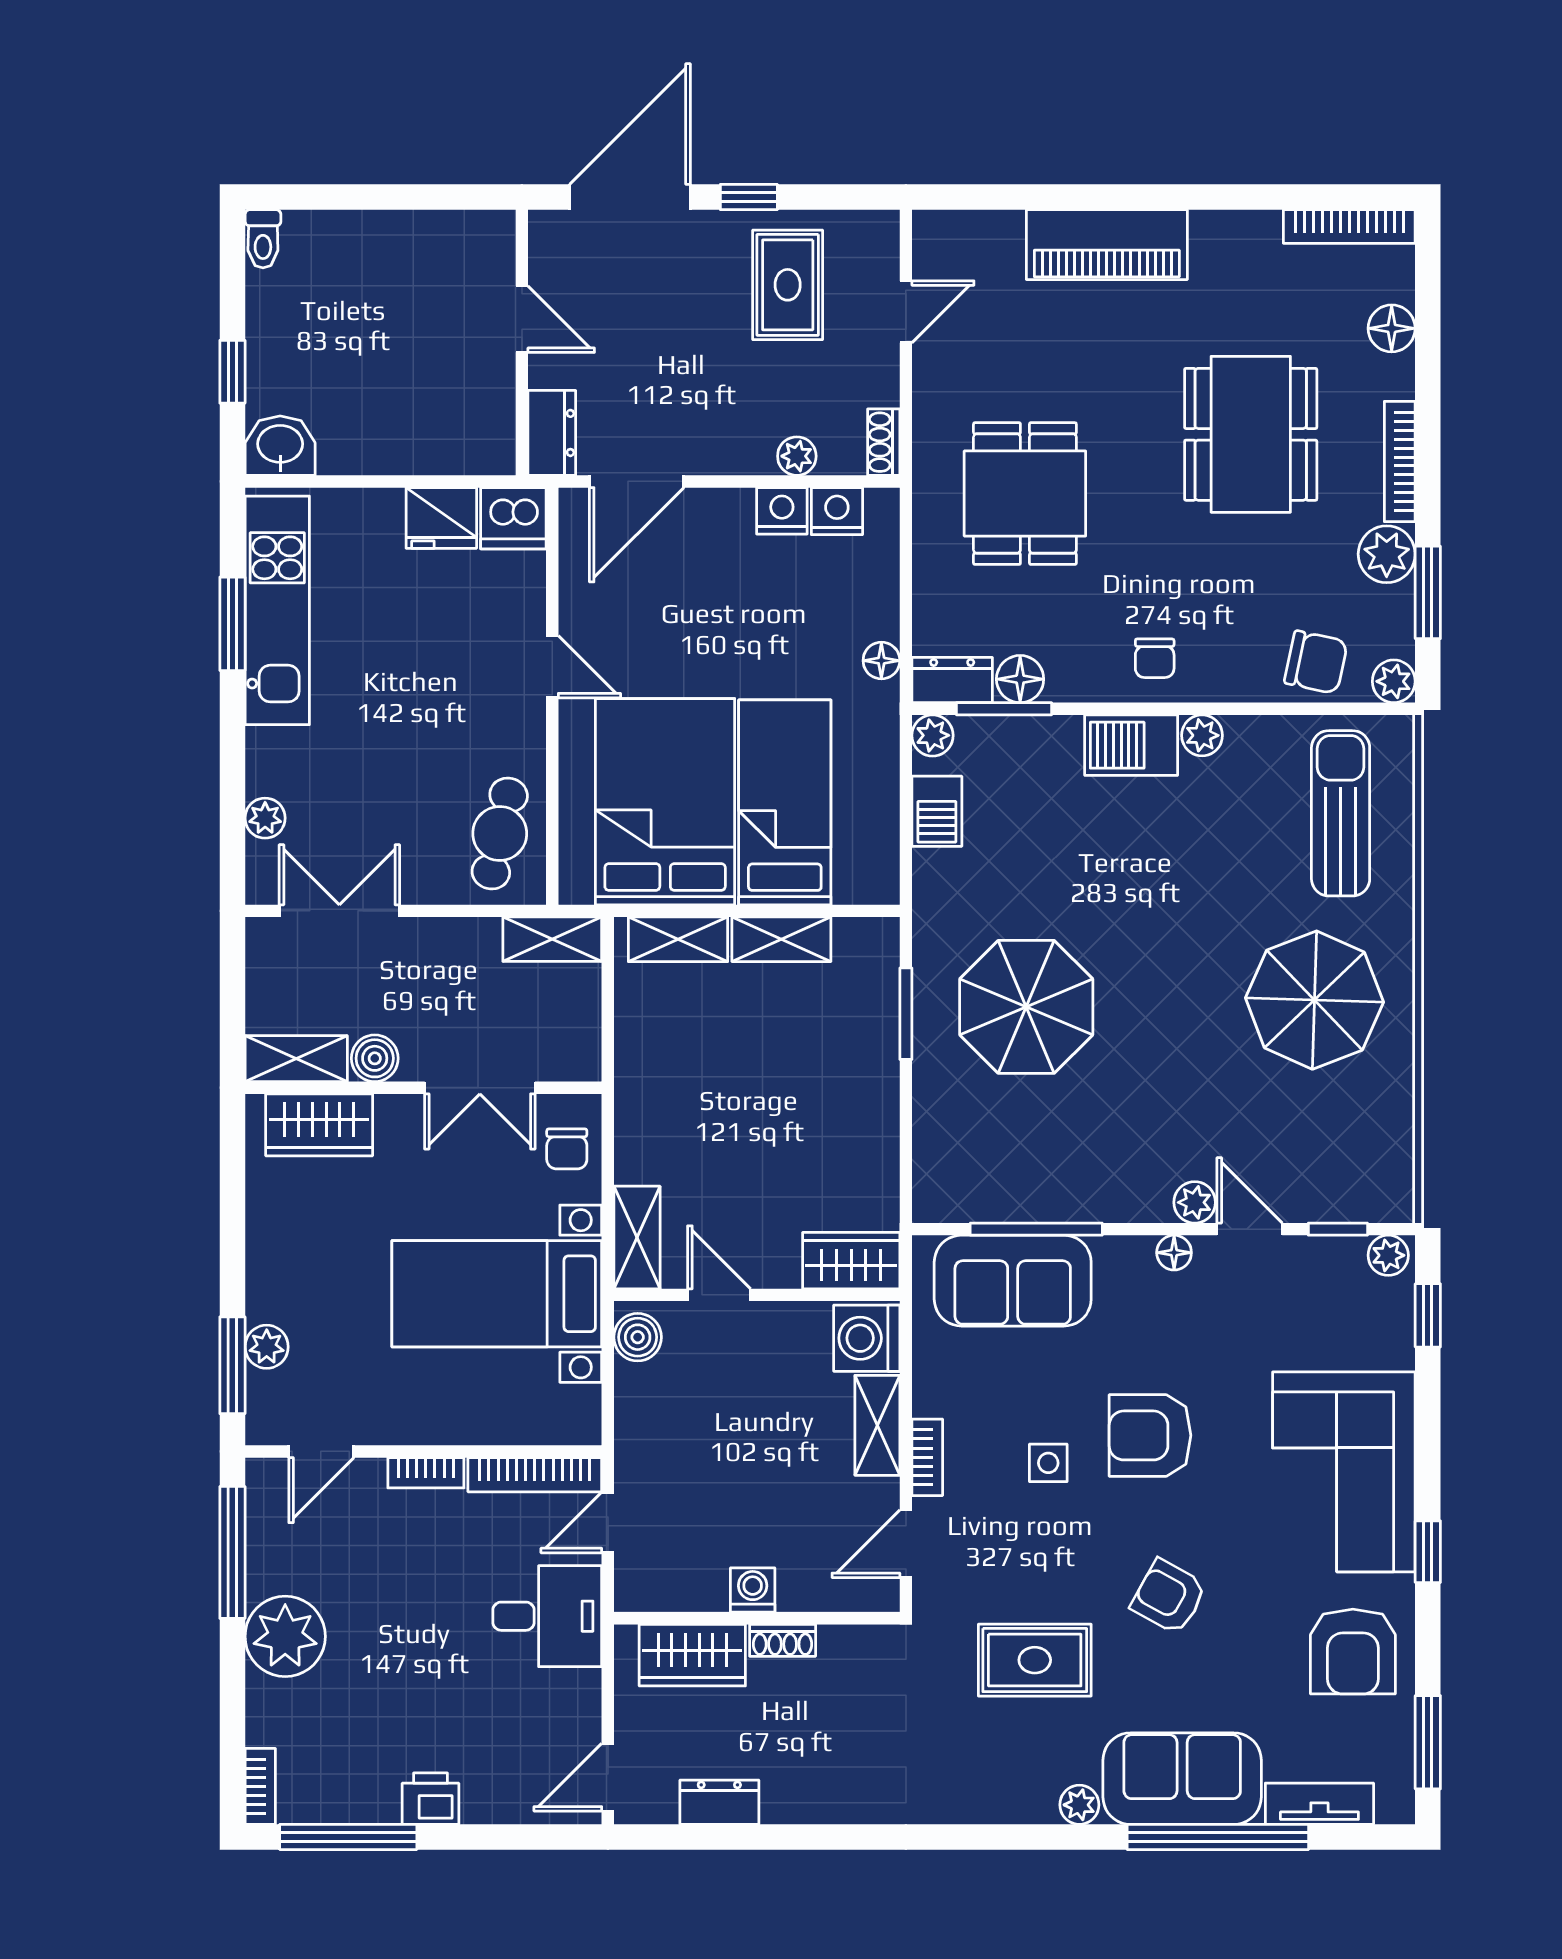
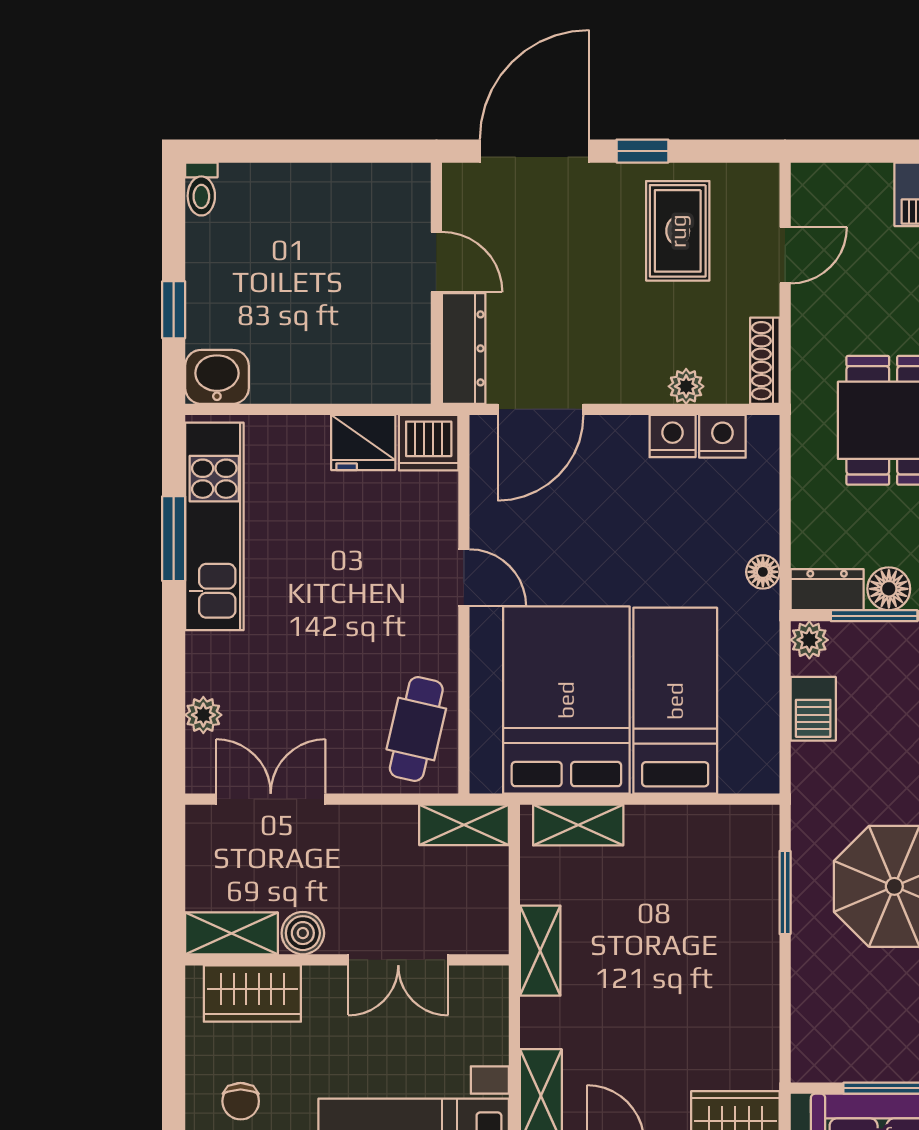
dresser: (552, 433) -> (464, 348), width x1.44
shoe rack: (884, 442) -> (765, 361), width x1.43
shelving: (781, 939) -> (540, 951), moved, turned 90
chair: (567, 1149) -> (241, 1101), moved

